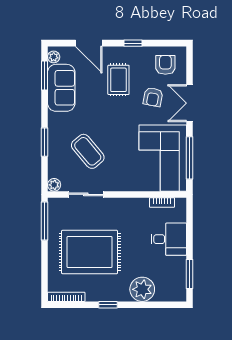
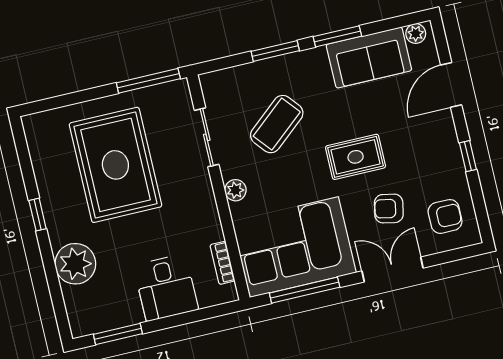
window: (44, 75) -> (337, 36), moved
rug: (118, 80) -> (356, 157), moved
plant: (54, 185) -> (235, 190), moved
bookcase: (66, 297) -> (35, 144), removed

